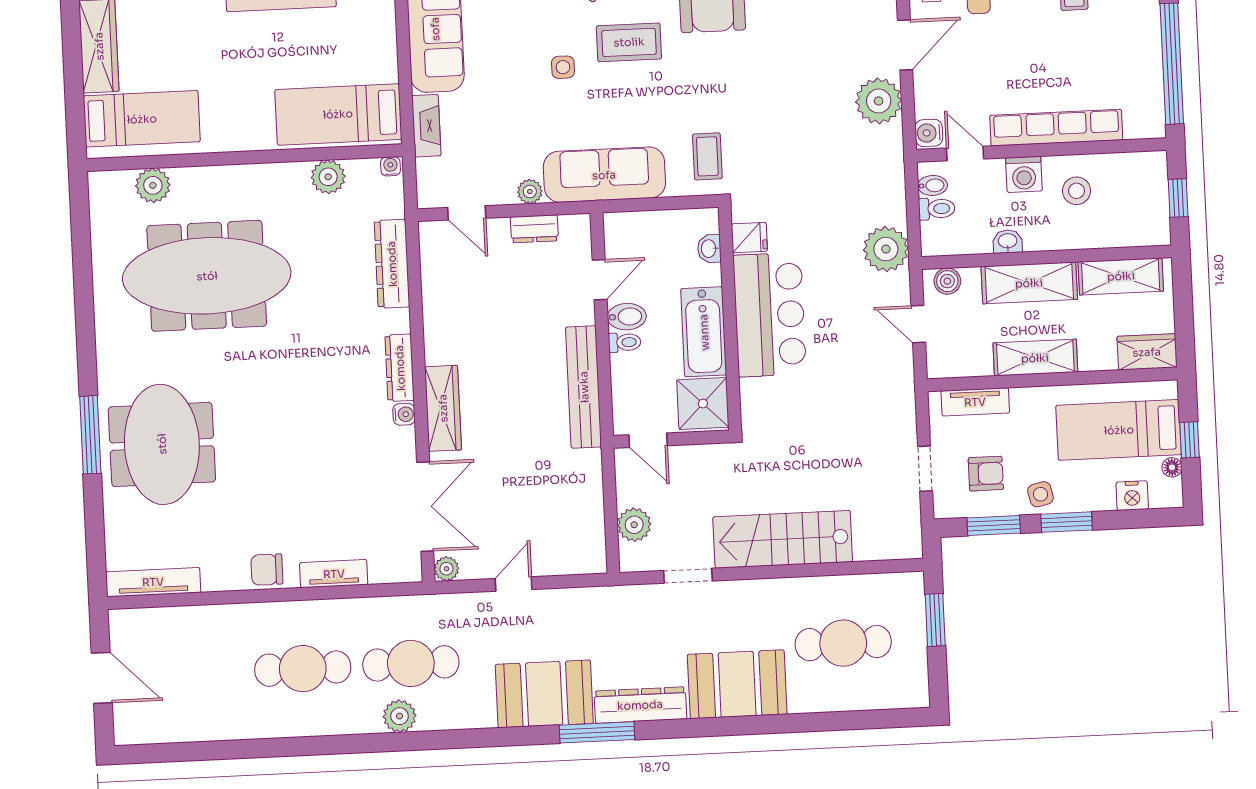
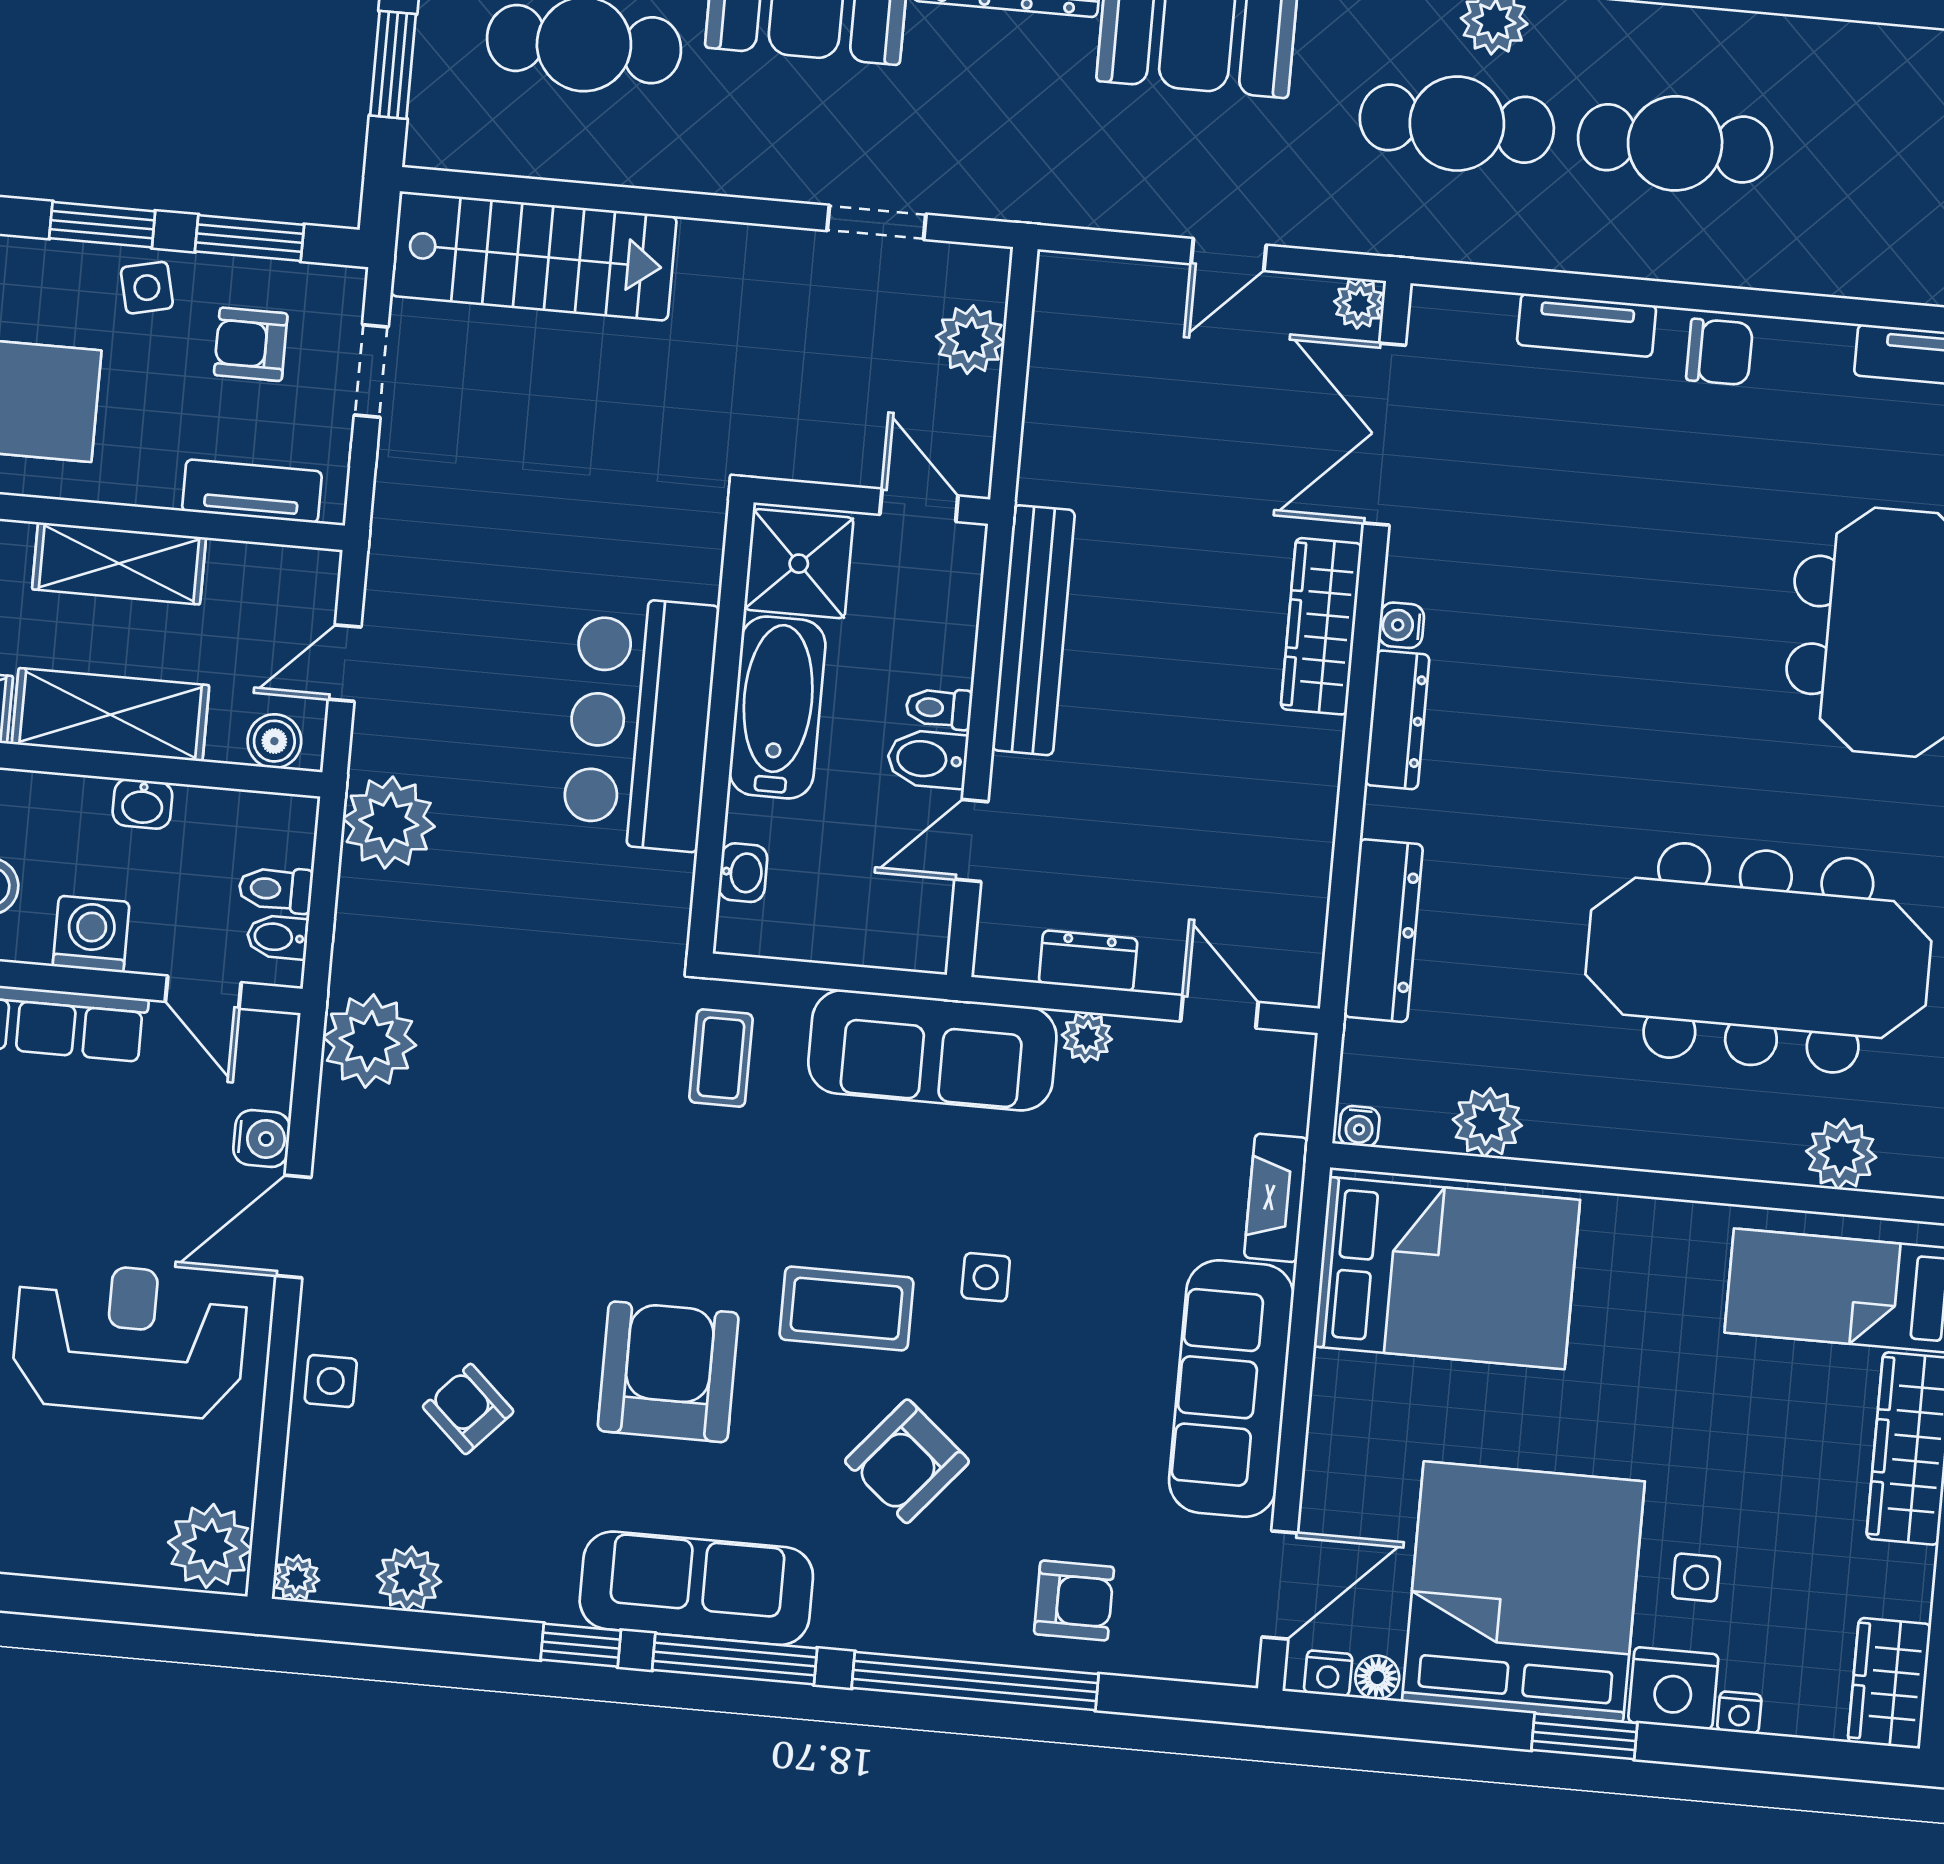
plant: (879, 101) -> (369, 1041), moved
bed: (338, 114) -> (1447, 1273), width x1.50
water cooler: (929, 133) -> (262, 1139), moved
fridge: (749, 238) -> (659, 884), removed
door: (918, 324) -> (345, 663), swing flipped
stairs: (783, 539) -> (534, 256), moved

